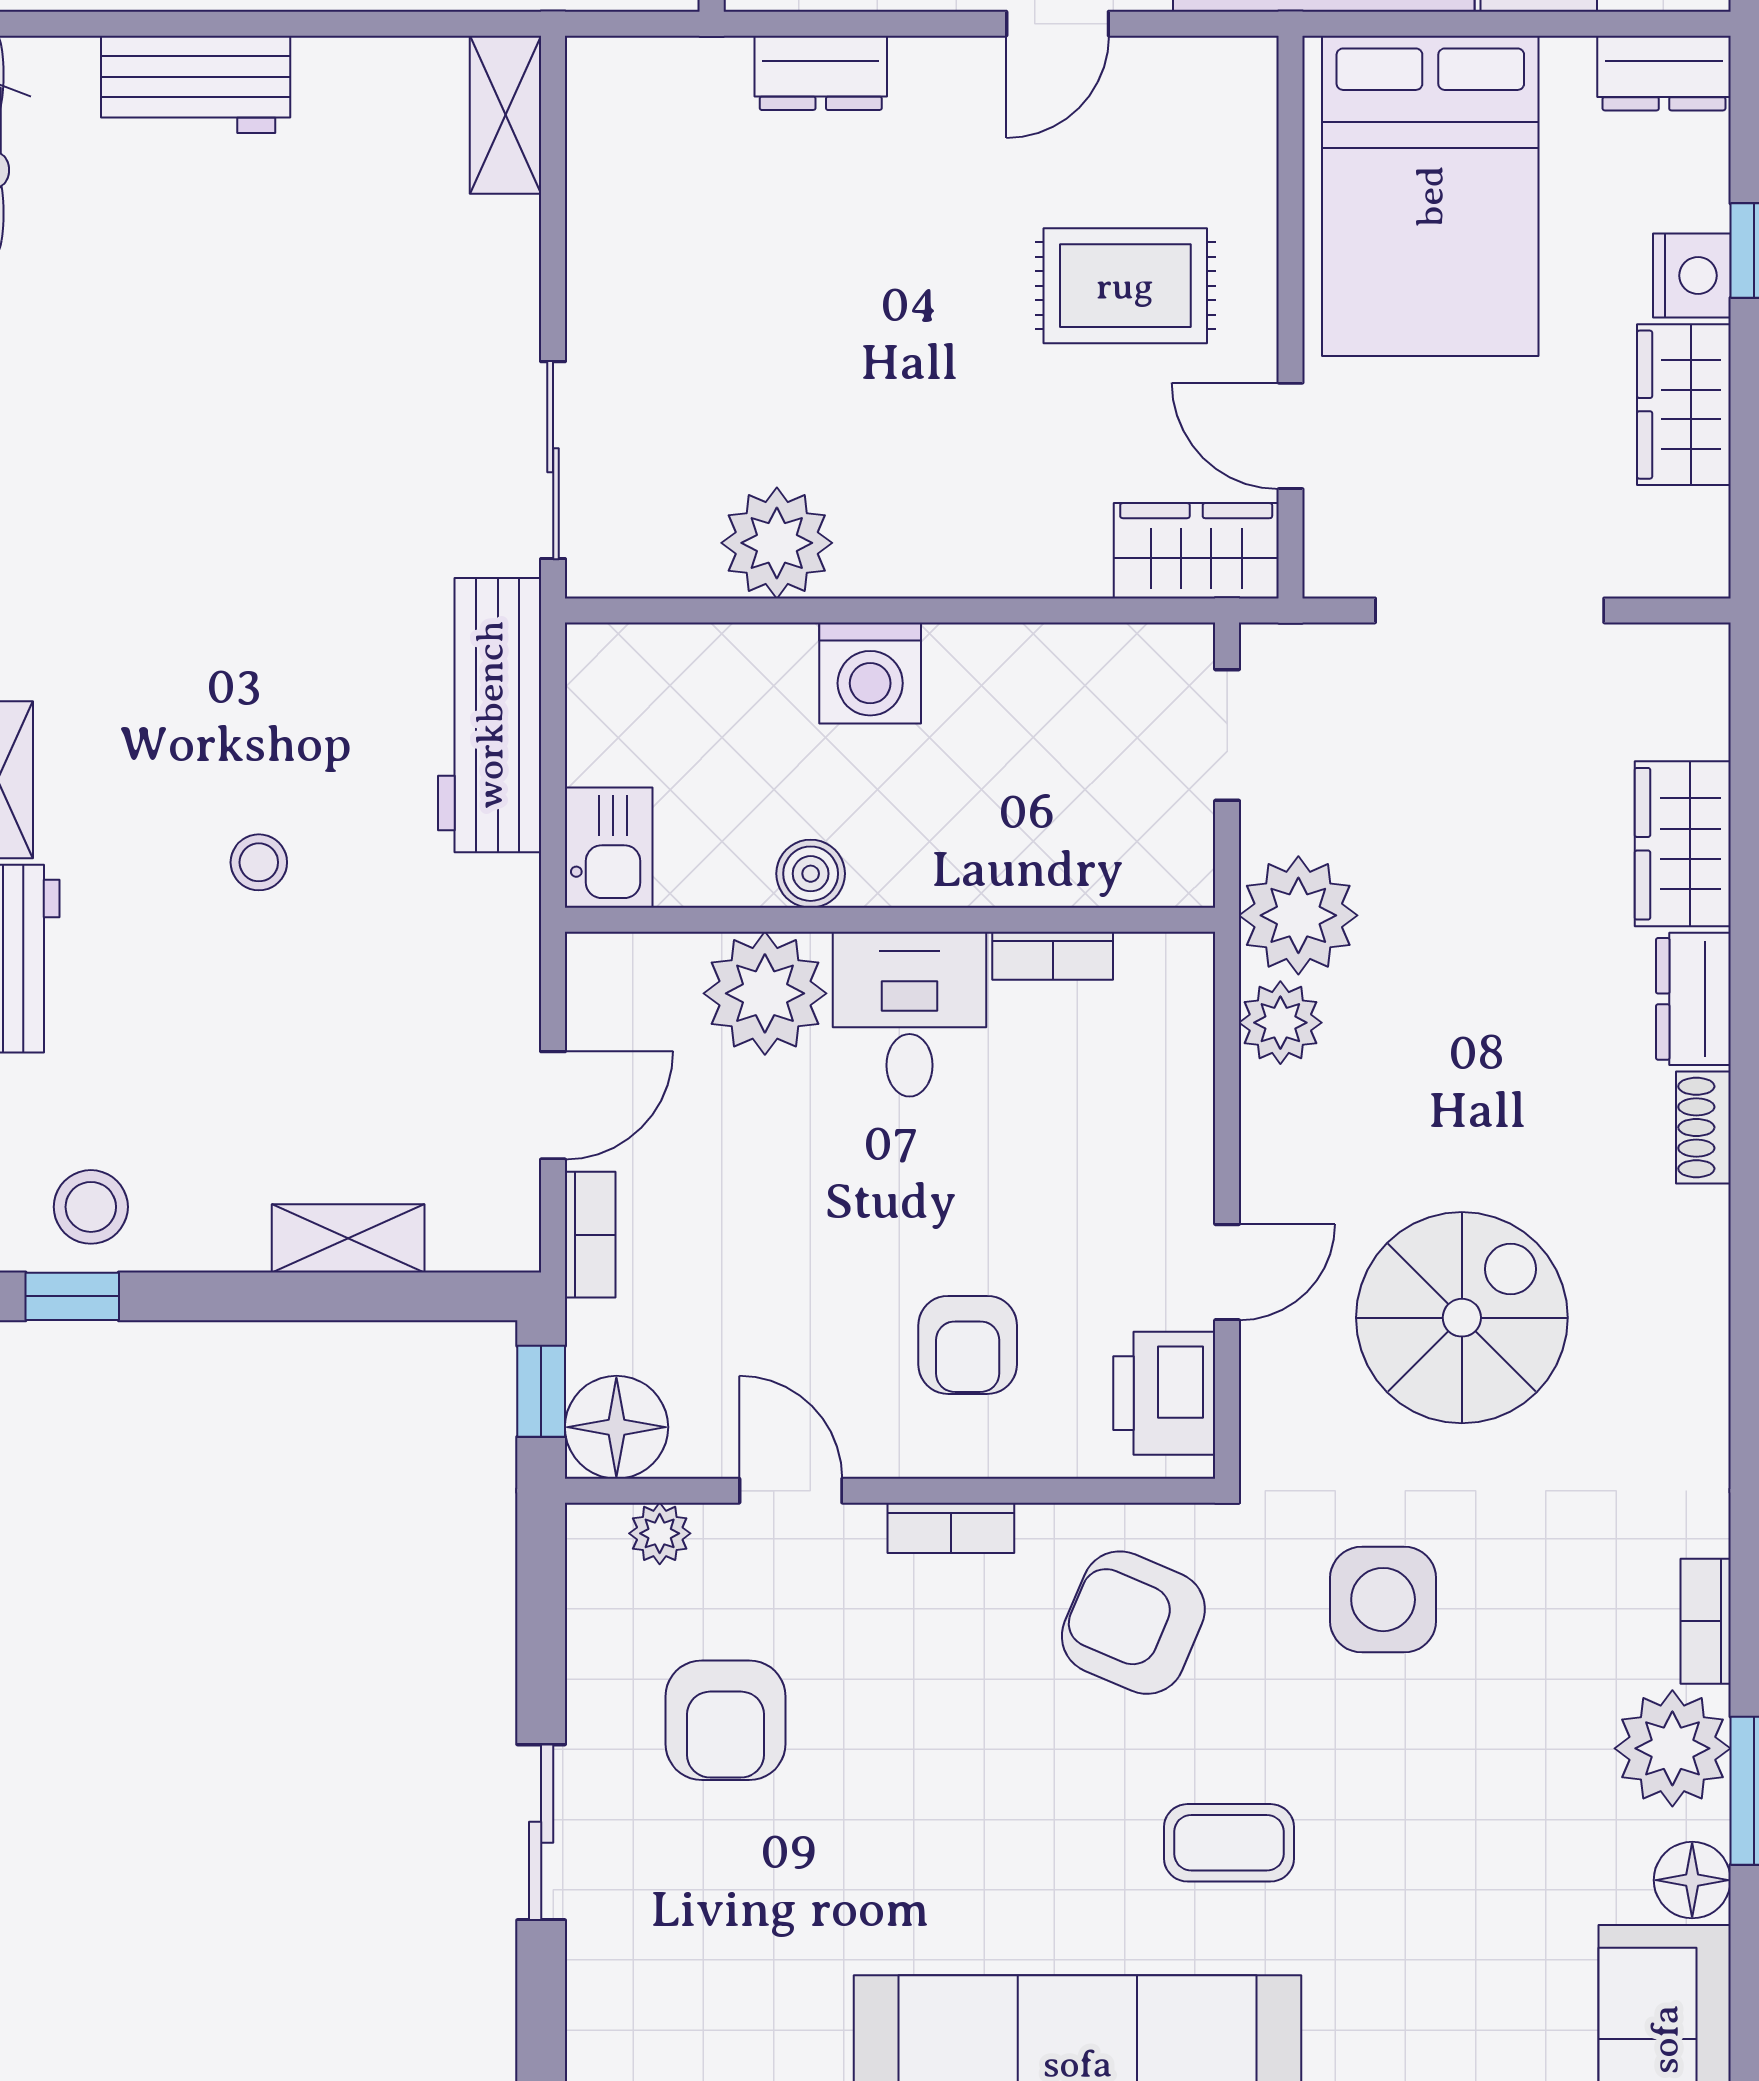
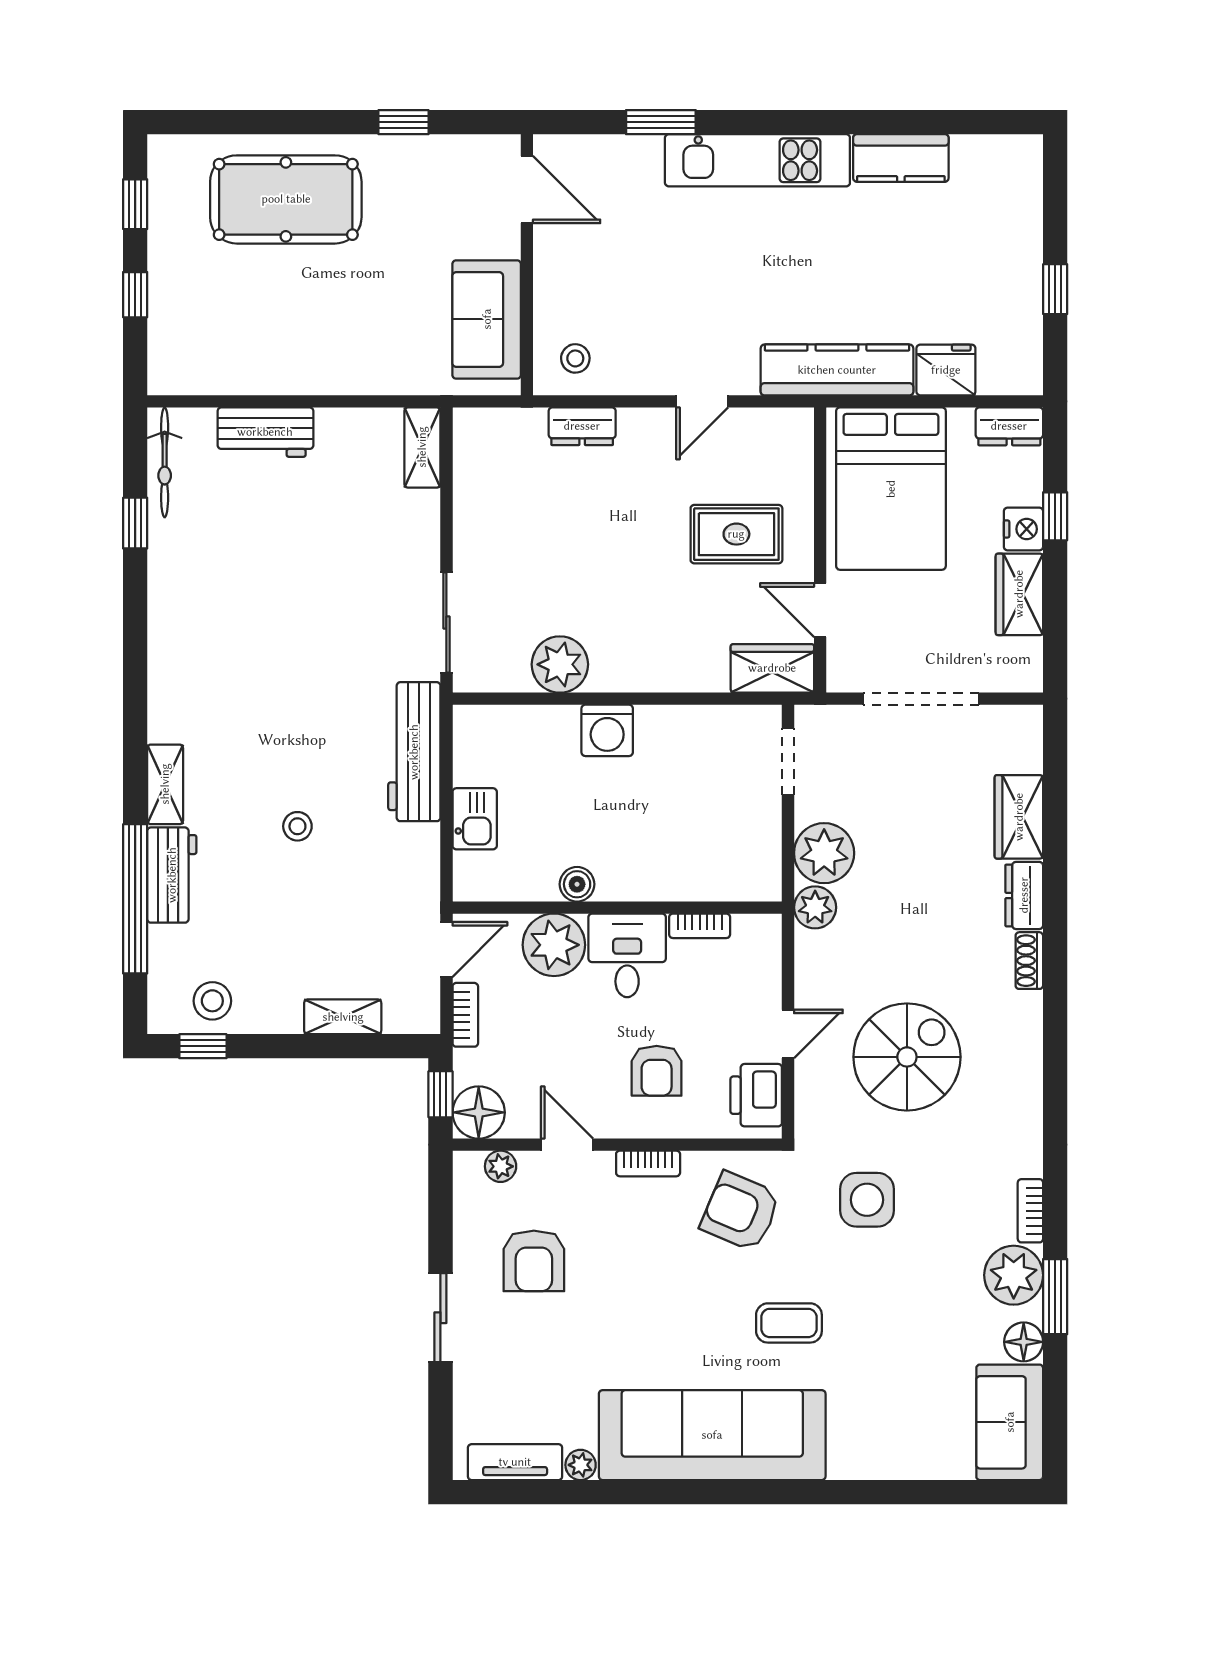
boiler: (811, 874) -> (577, 884), moved
wall: (890, 920) -> (617, 908), moved
bookcase: (1053, 956) -> (700, 926), moved
plant: (765, 993) -> (554, 945), moved
desk: (910, 1014) -> (627, 955), moved

